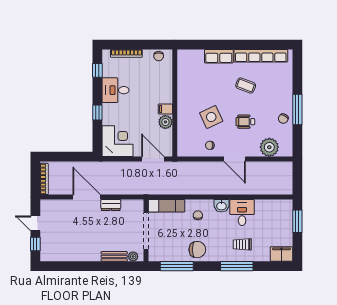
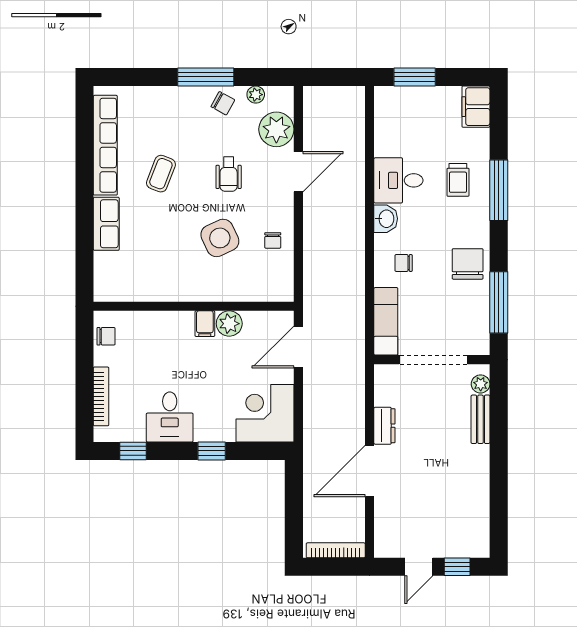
plant: (288, 136) -> (256, 95), added
door: (235, 159) -> (298, 172), moved

